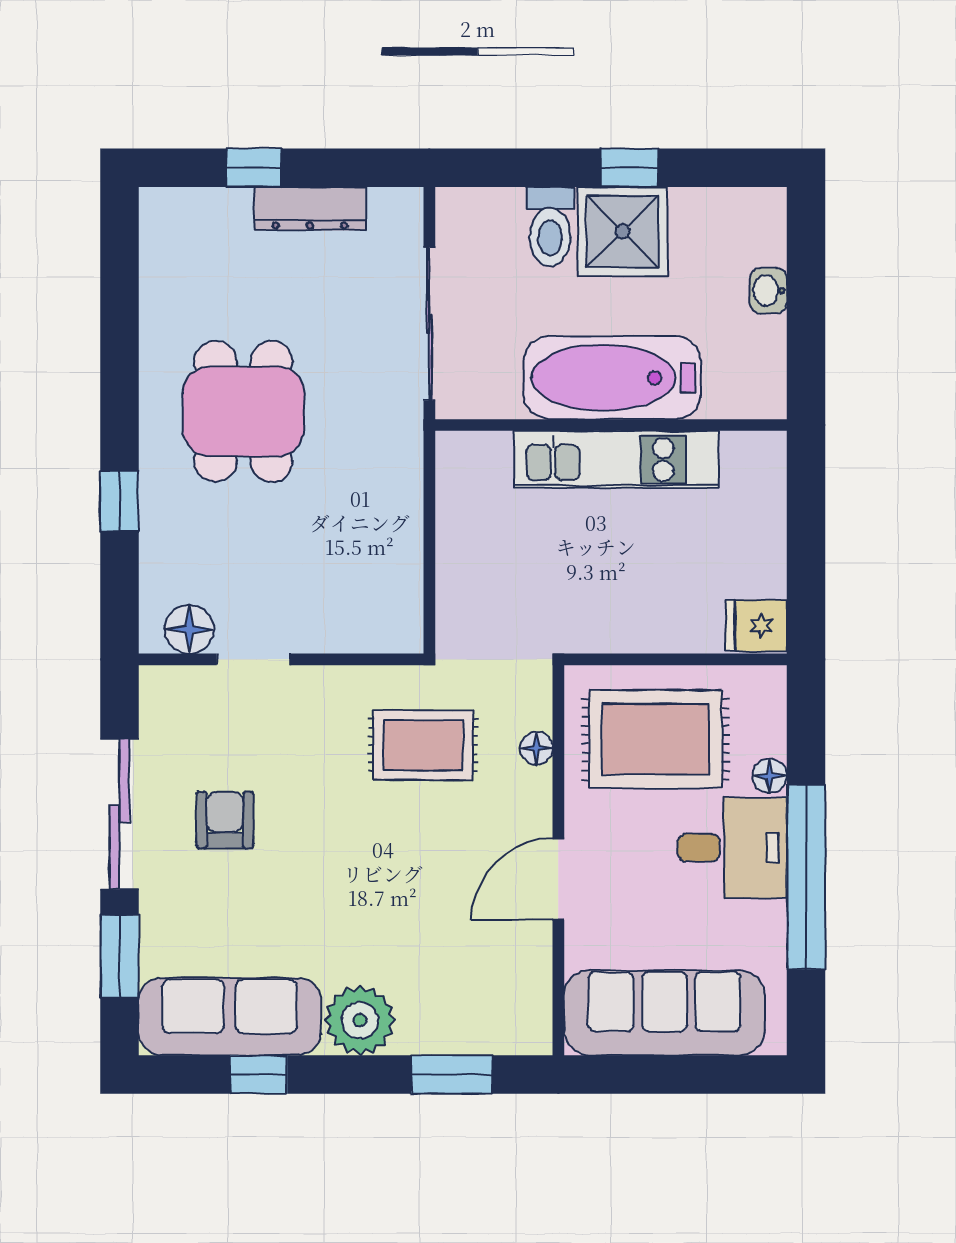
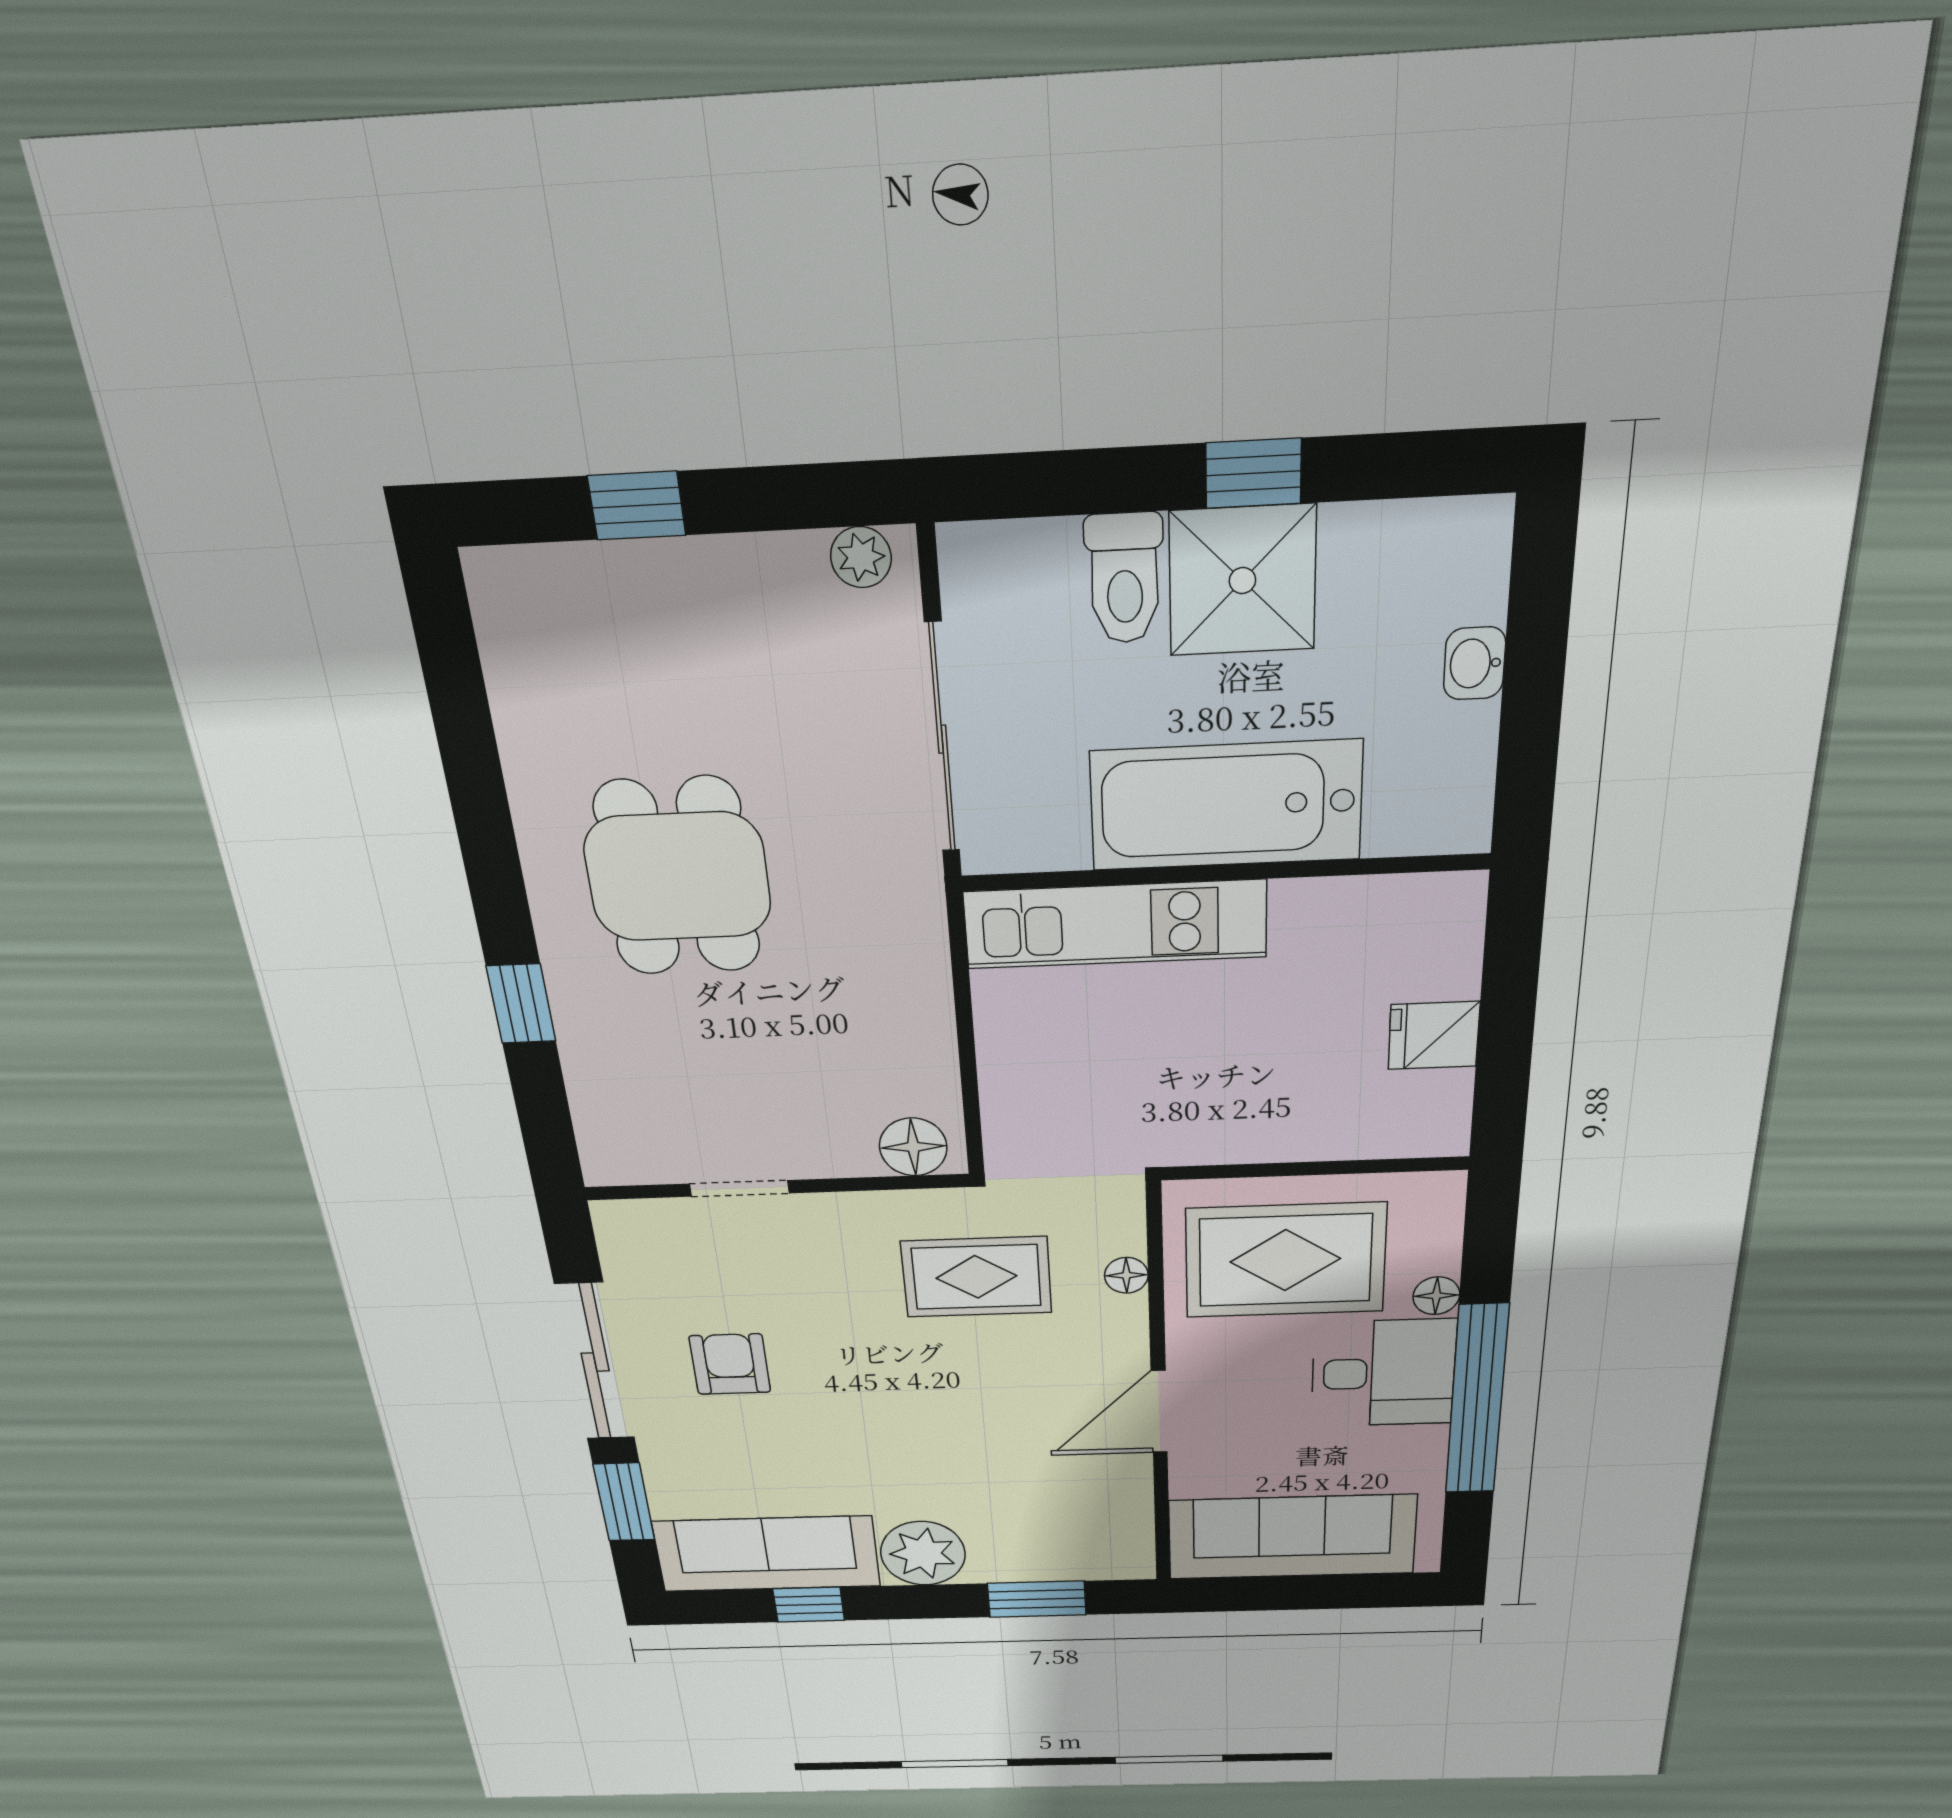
plant: (388, 206) -> (861, 557), added
dresser: (310, 209) -> (736, 568), removed
kitchen unit: (616, 460) -> (1115, 924), moved
fridge: (756, 626) -> (1434, 1036), moved
floor lamp: (189, 629) -> (913, 1147), moved

